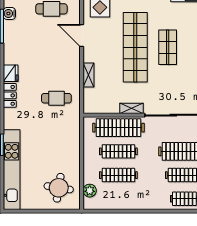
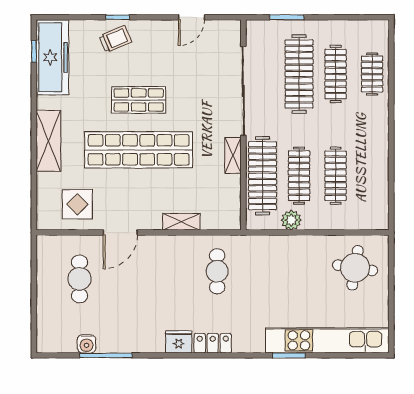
plant: (90, 191) -> (291, 220), moved

